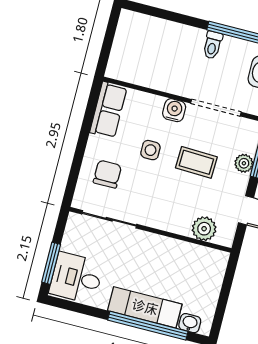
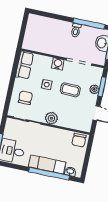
plant: (204, 229) -> (51, 118), moved
chair: (209, 262) -> (79, 140), added

